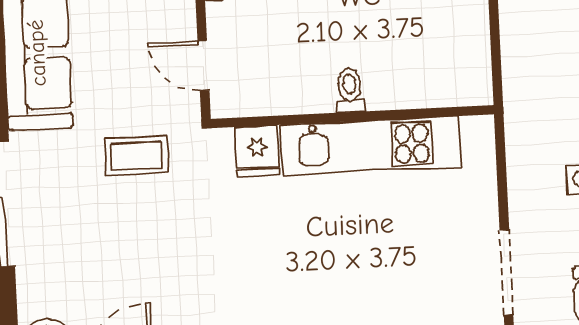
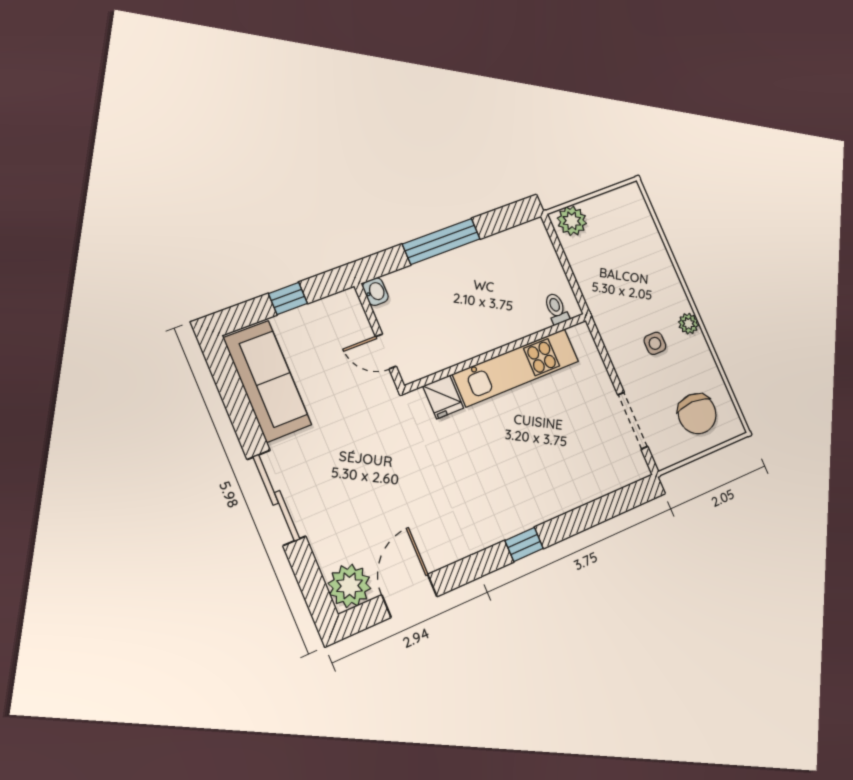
toilet: (350, 90) -> (556, 309), moved
coffee table: (136, 156) -> (362, 429), removed

